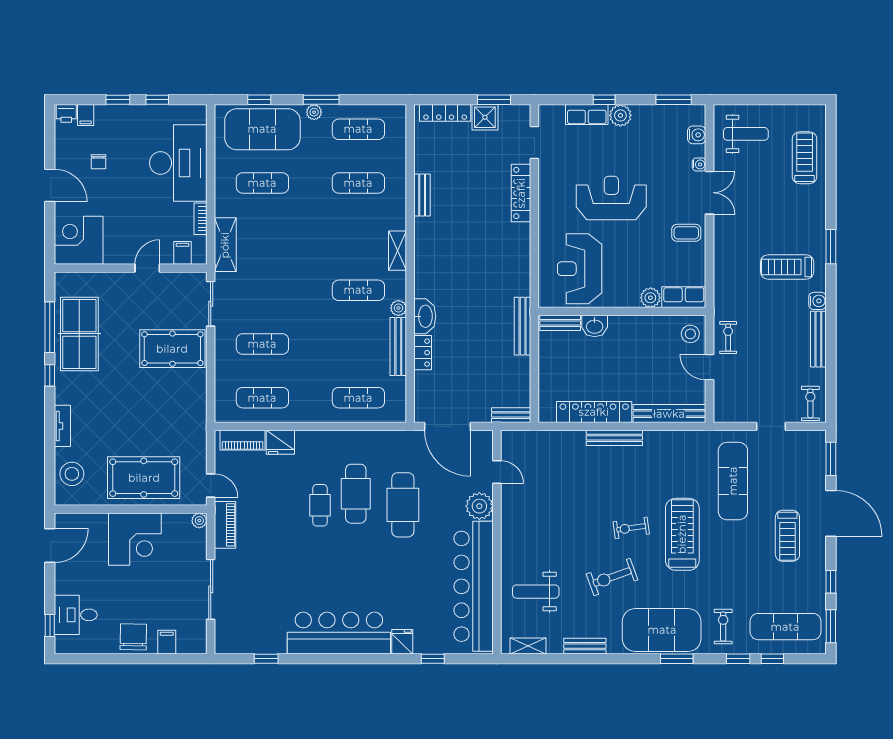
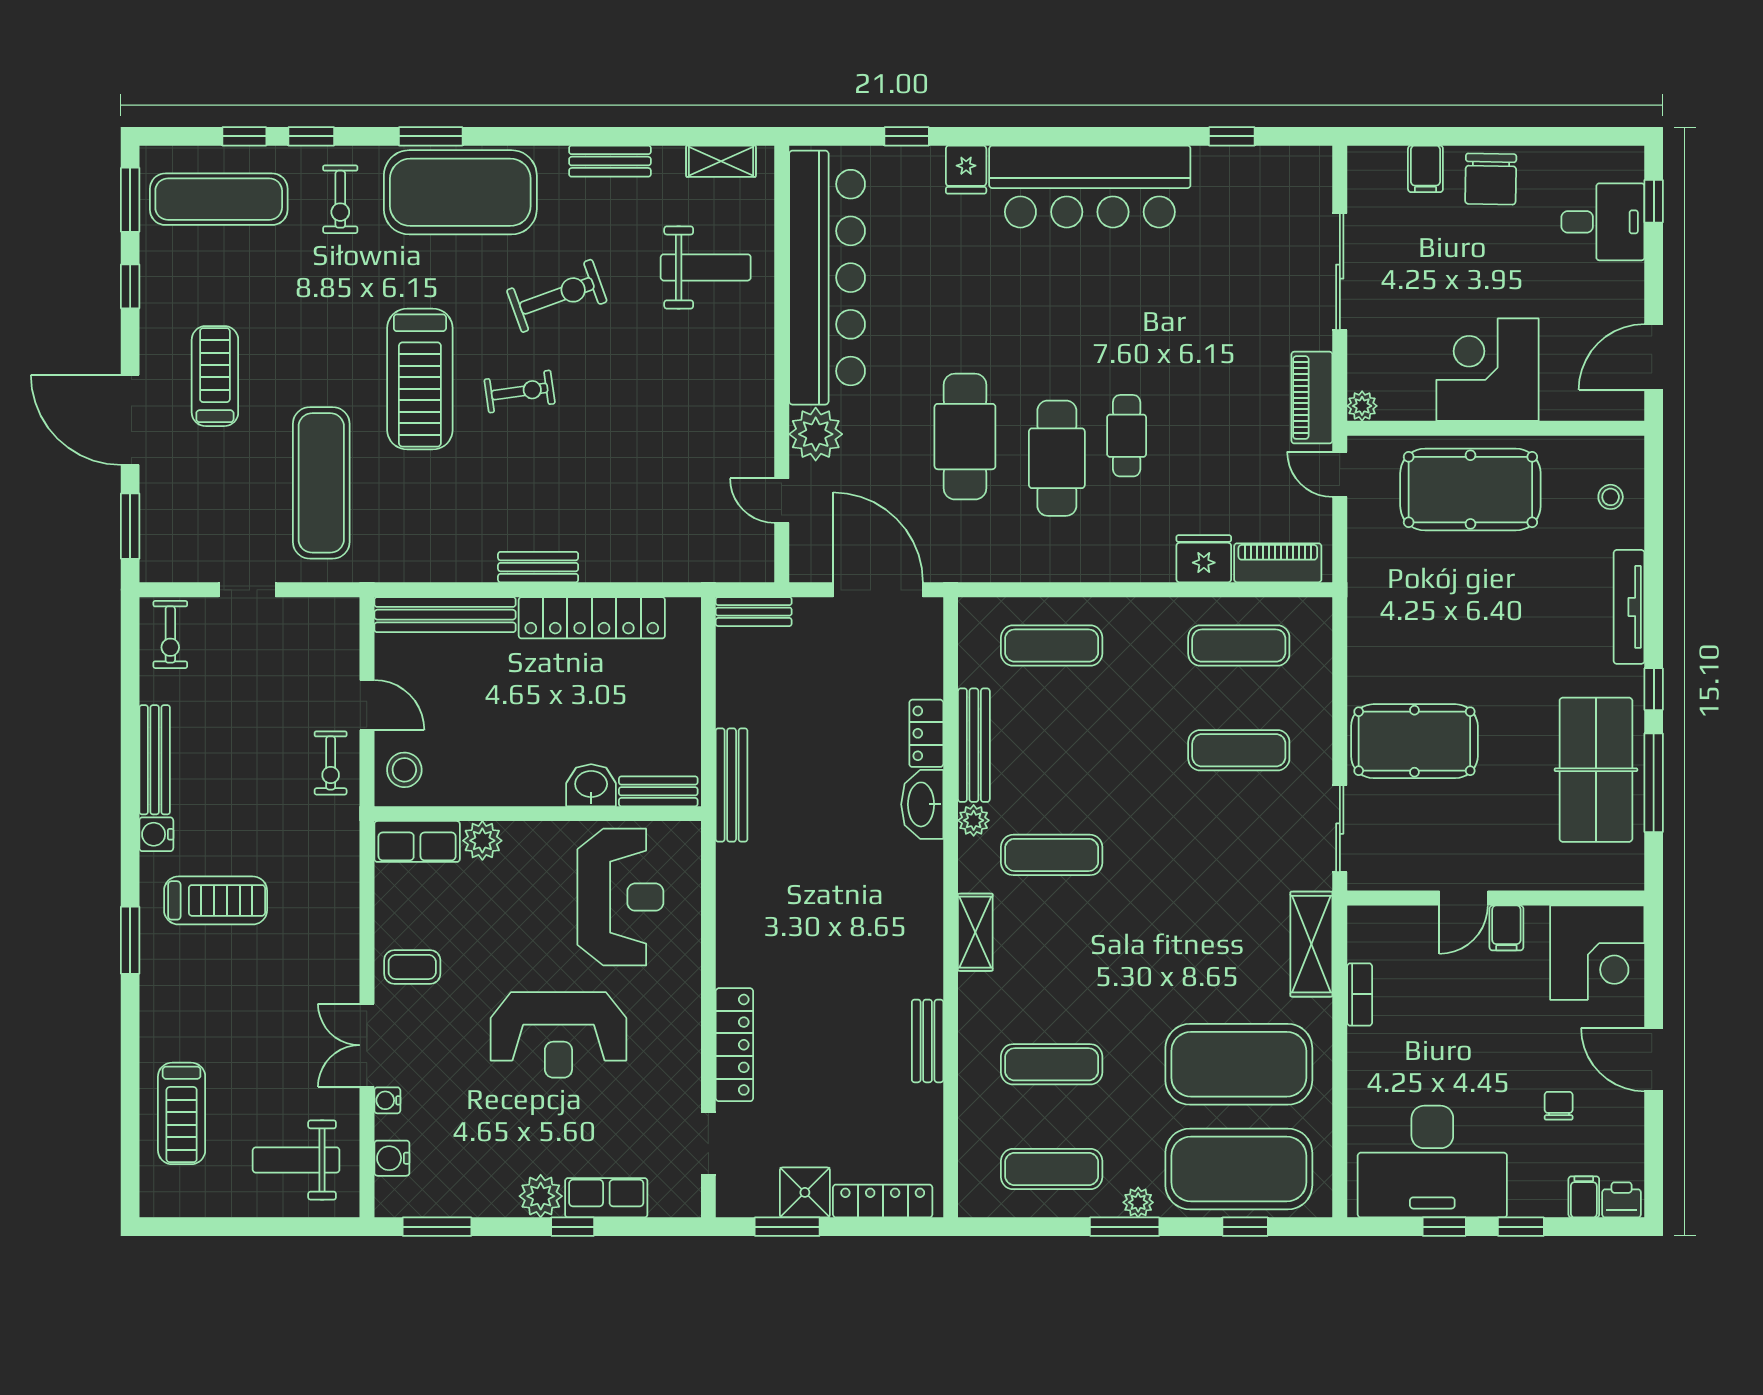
desk: (178, 163) -> (1432, 1162), moved, turned -90
exercise mat: (262, 183) -> (1239, 1064), width x2.00, depth x1.45
filing cabinet: (183, 253) -> (1506, 928), moved
tv unit: (62, 426) -> (1629, 607), width x1.41
bench: (614, 438) -> (538, 567), width x0.73
stool: (72, 474) -> (1611, 497), width x0.53, depth x0.53

